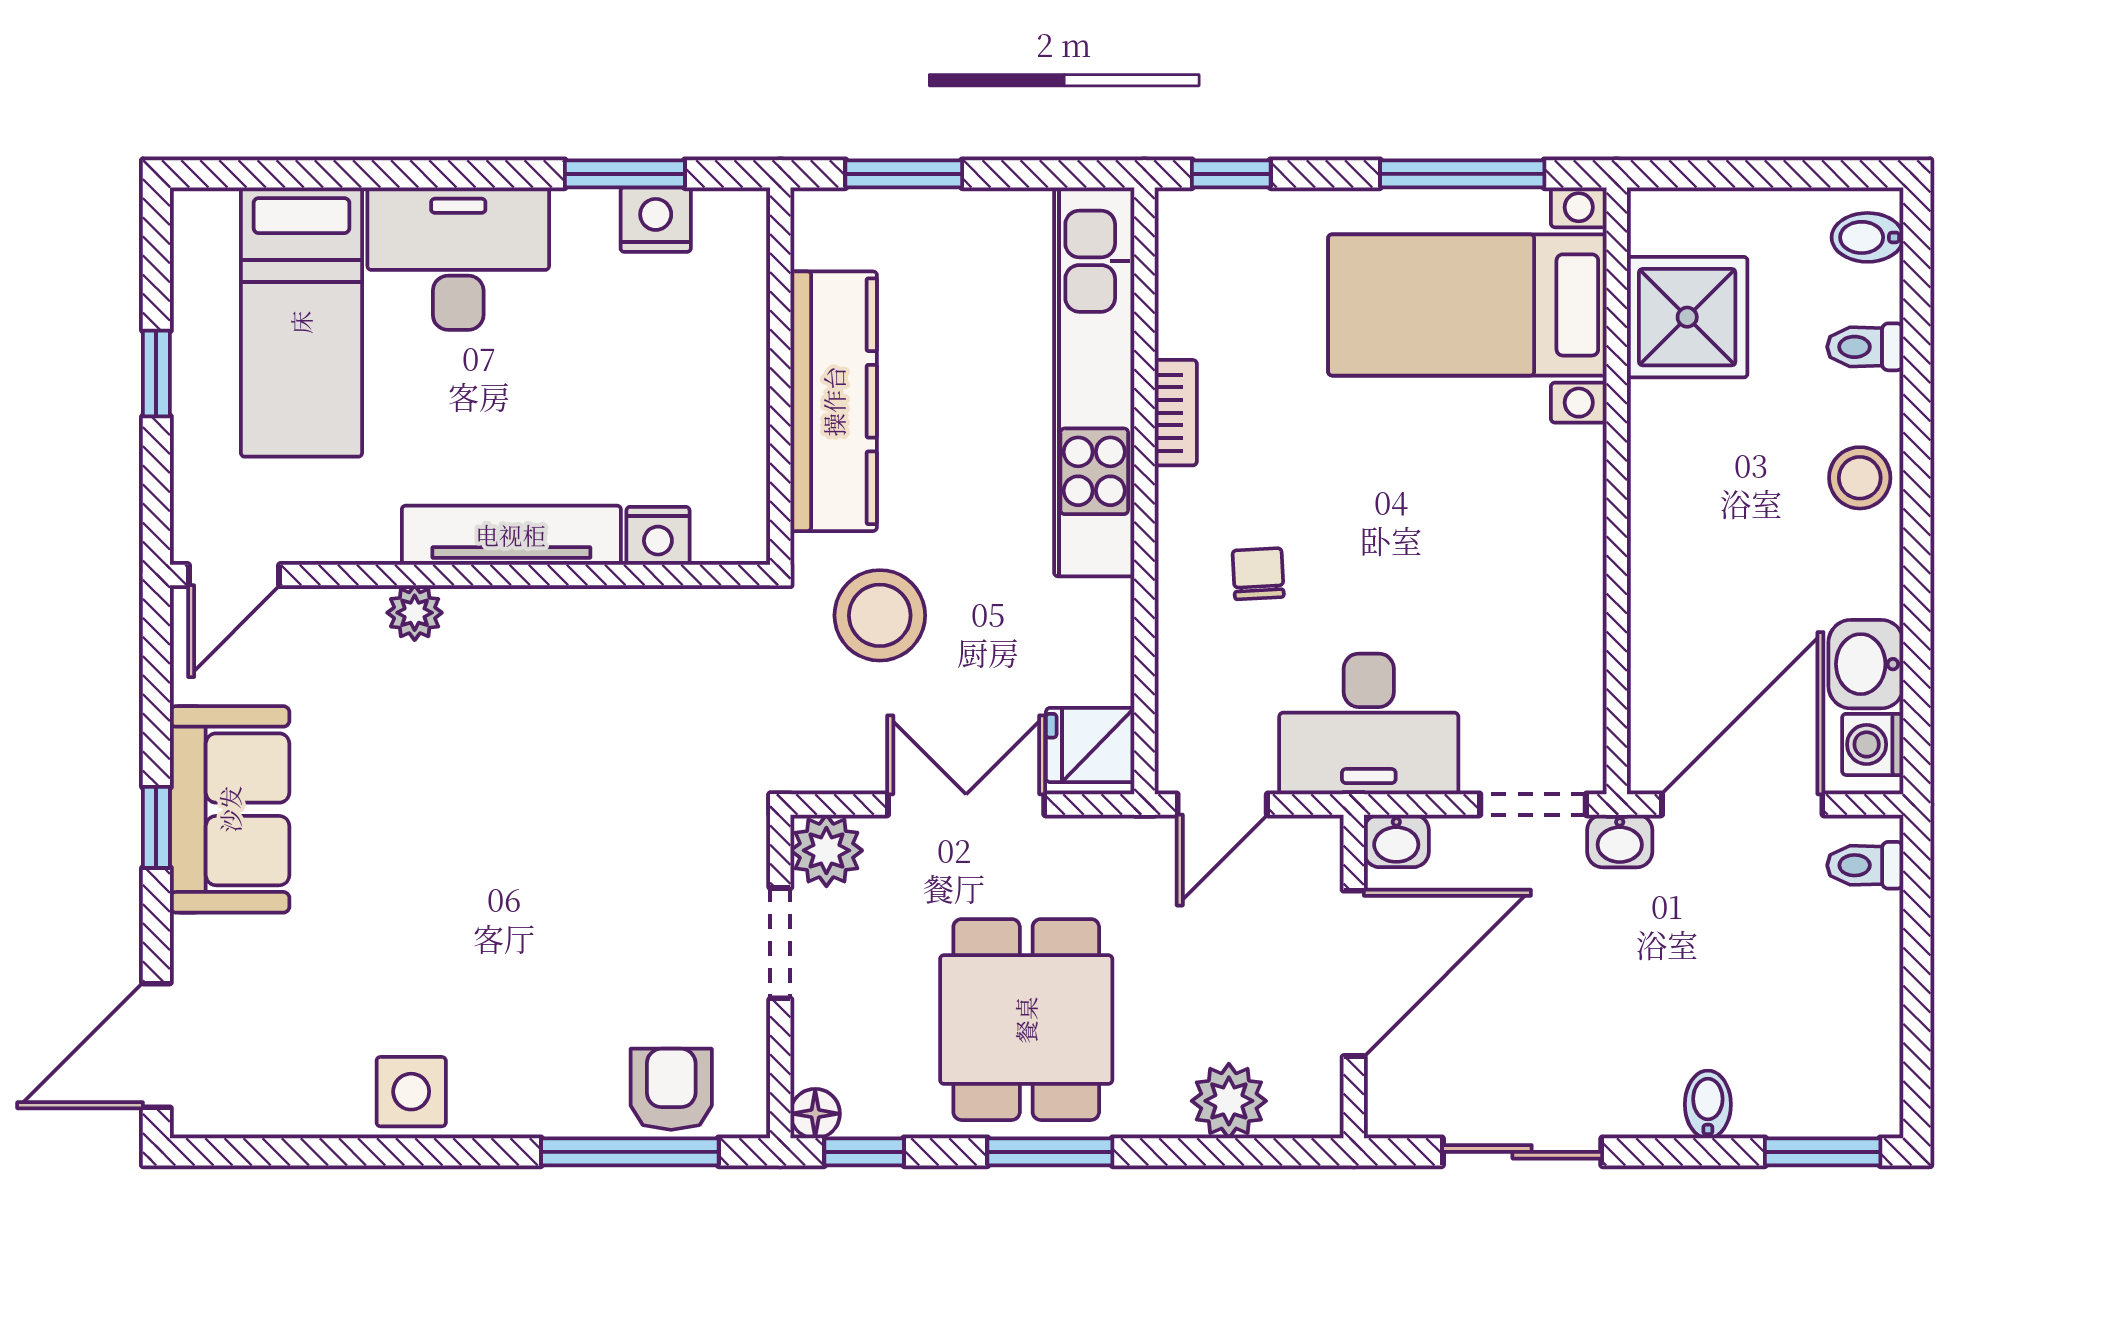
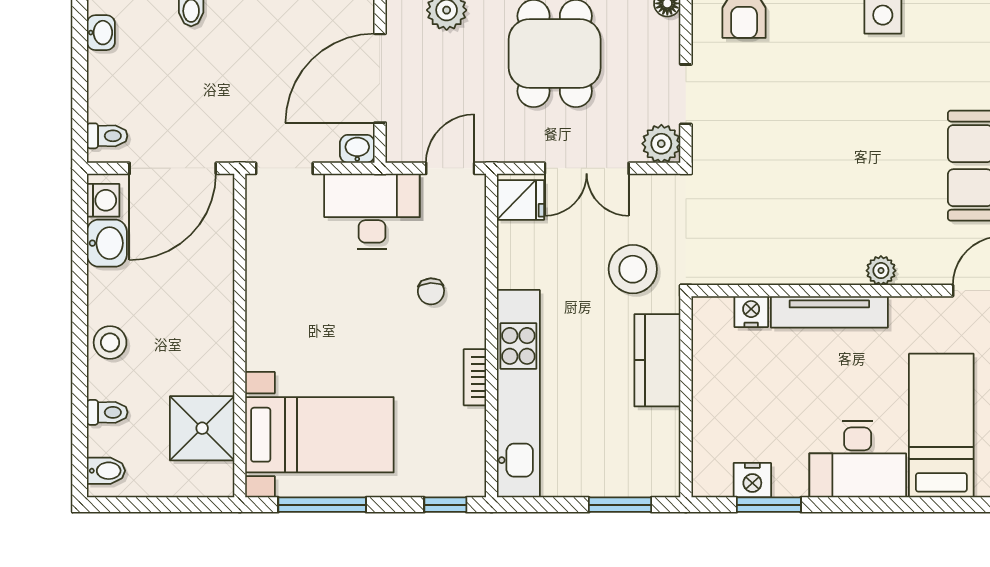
kitchen counter: (834, 401) -> (657, 360), width x0.67
washbasin: (1620, 841) -> (101, 33), moved, turned 90

